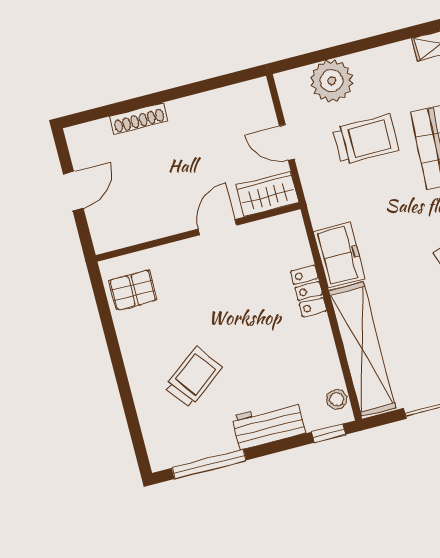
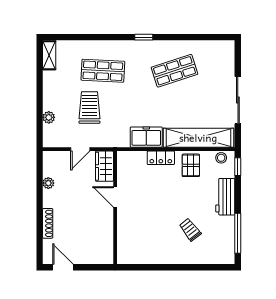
plant: (332, 81) -> (49, 117), width x0.53, depth x0.53
plant: (211, 101) -> (48, 183), added
door: (73, 191) -> (63, 267), moved
pallet: (133, 290) -> (191, 165), moved
trolley: (193, 377) -> (190, 230), width x0.73, depth x0.72

